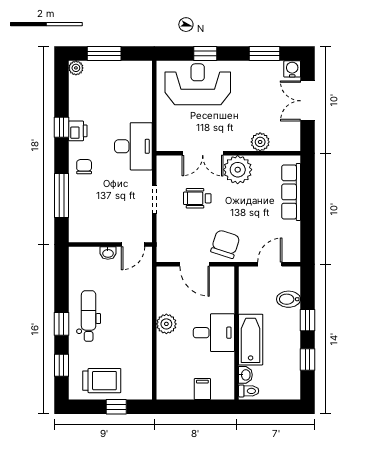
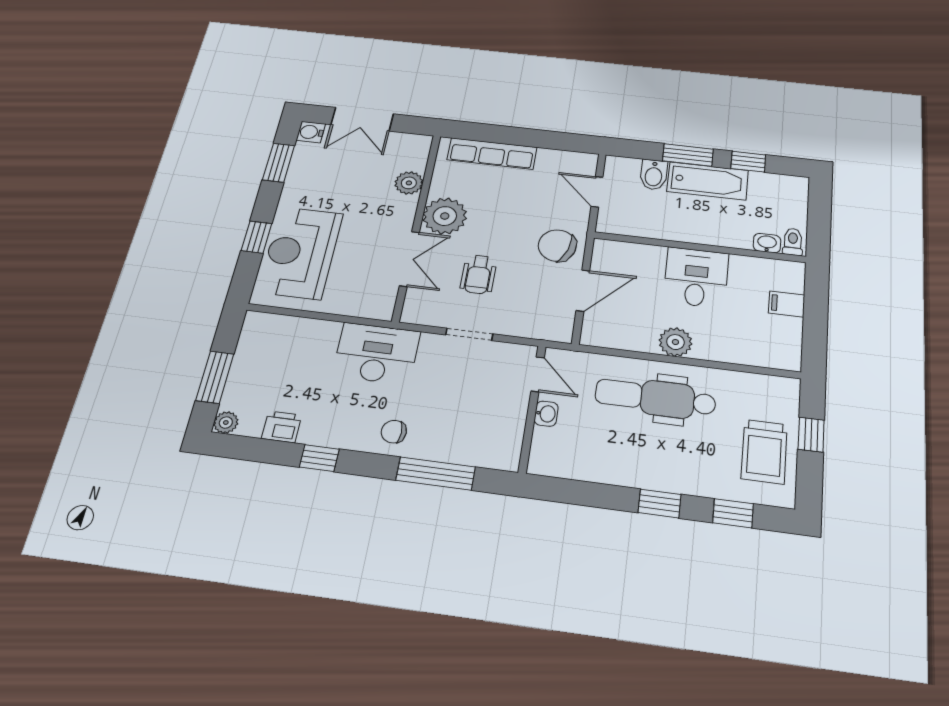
printer: (78, 131) -> (282, 427), moved
dental chair: (89, 316) -> (655, 398), moved, width x1.36, depth x1.38
window: (308, 320) -> (688, 155), width x1.50
bathtub: (251, 340) -> (708, 181), moved, turned 180
trolley: (102, 381) -> (764, 452), turned 180

